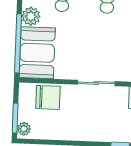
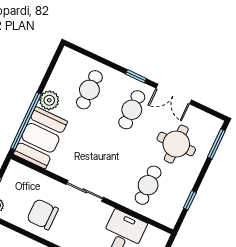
chair: (48, 97) -> (43, 214), moved, turned 180

